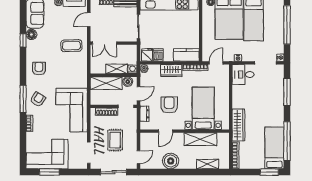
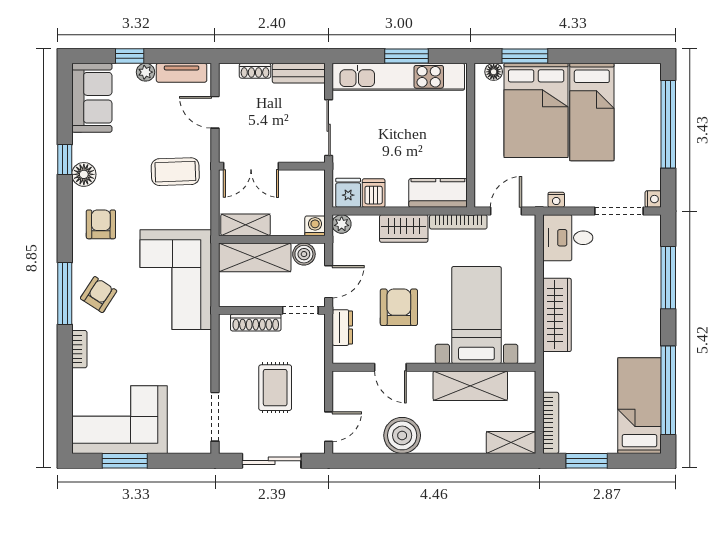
door: (89, 20) -> (215, 112), hinge flipped
floor lamp: (31, 35) -> (84, 174), moved
shelving: (117, 69) -> (246, 225), moved
corner sofa: (72, 110) -> (176, 280), moved
wardrobe: (238, 125) -> (557, 315), moved
door: (166, 131) -> (390, 367), hinge flipped
shelving: (208, 164) -> (511, 443), moved
window: (269, 172) -> (587, 461), moved

